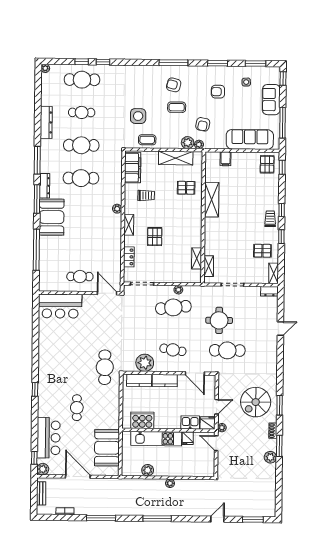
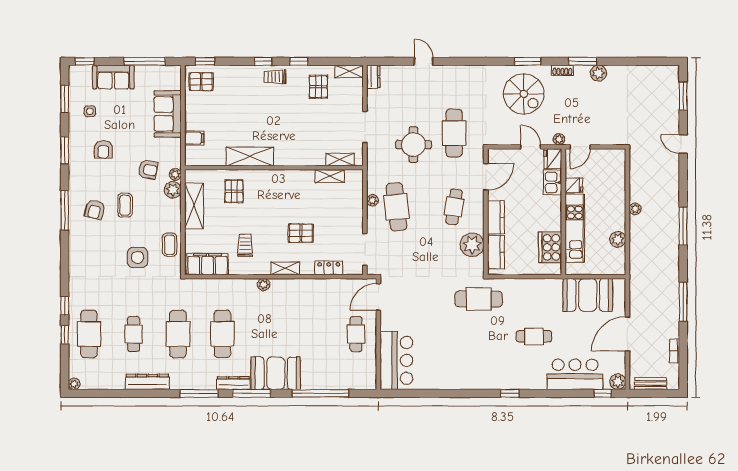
sofa: (250, 139) -> (168, 114), width x0.73

